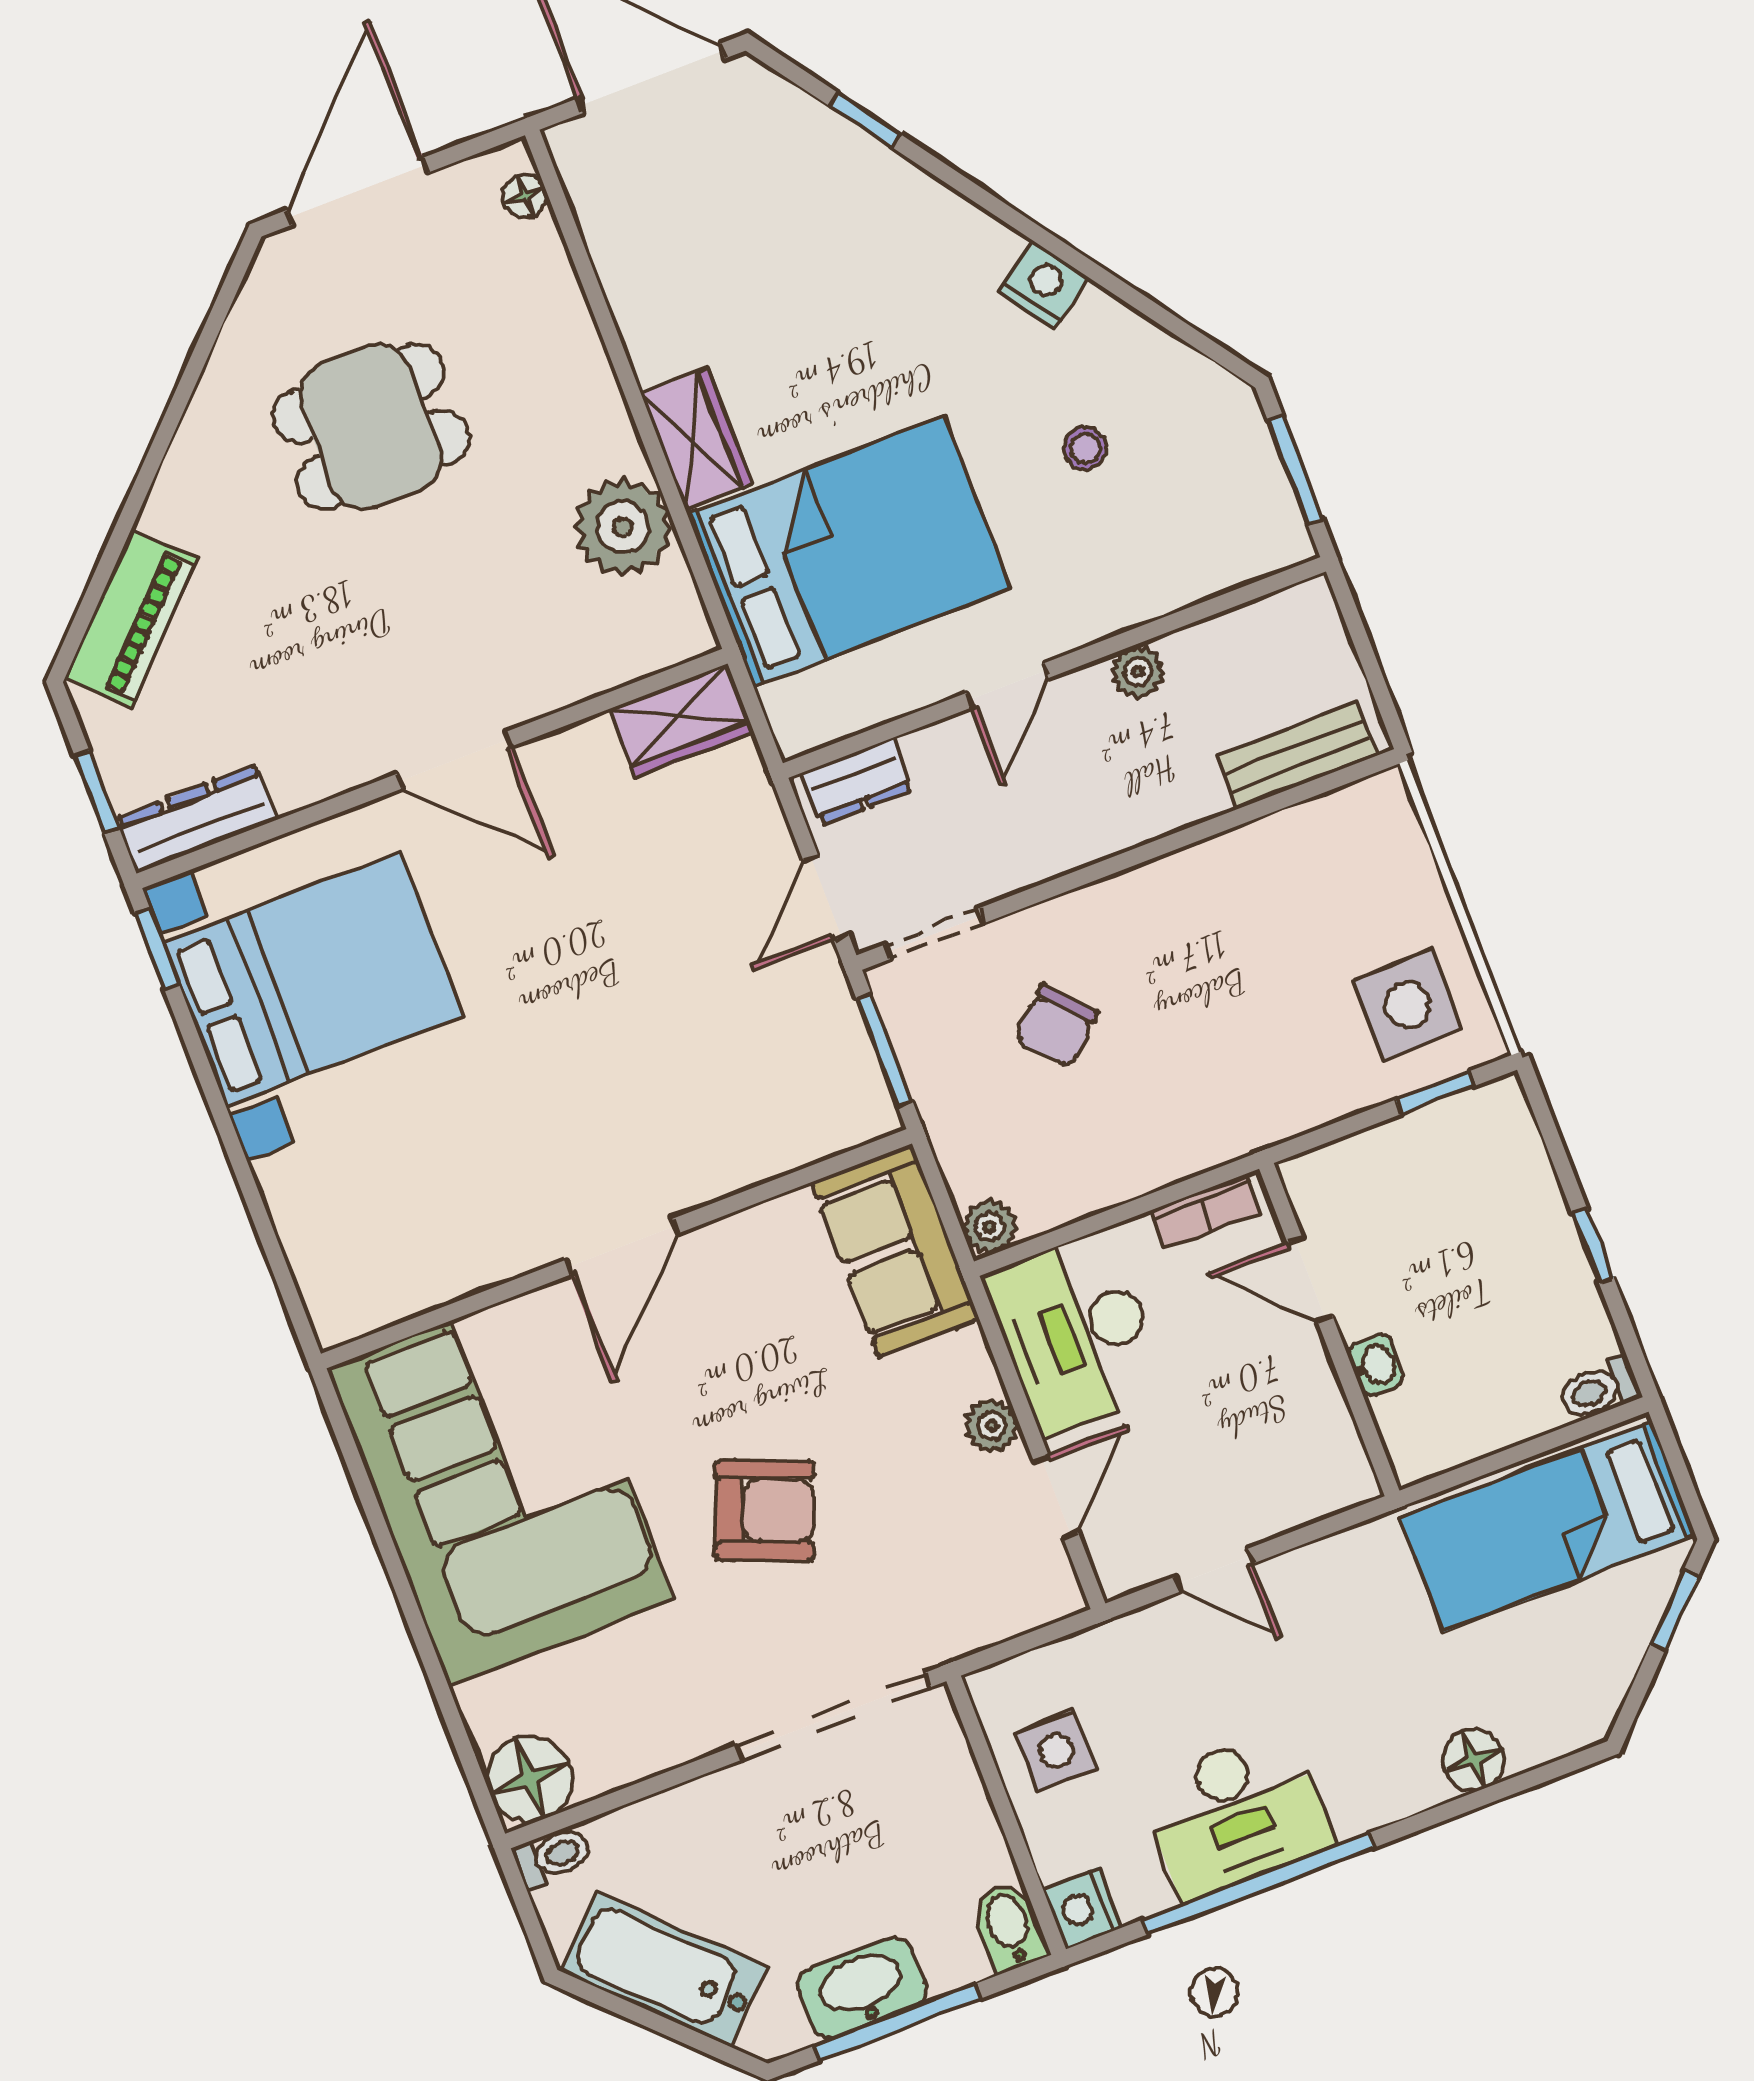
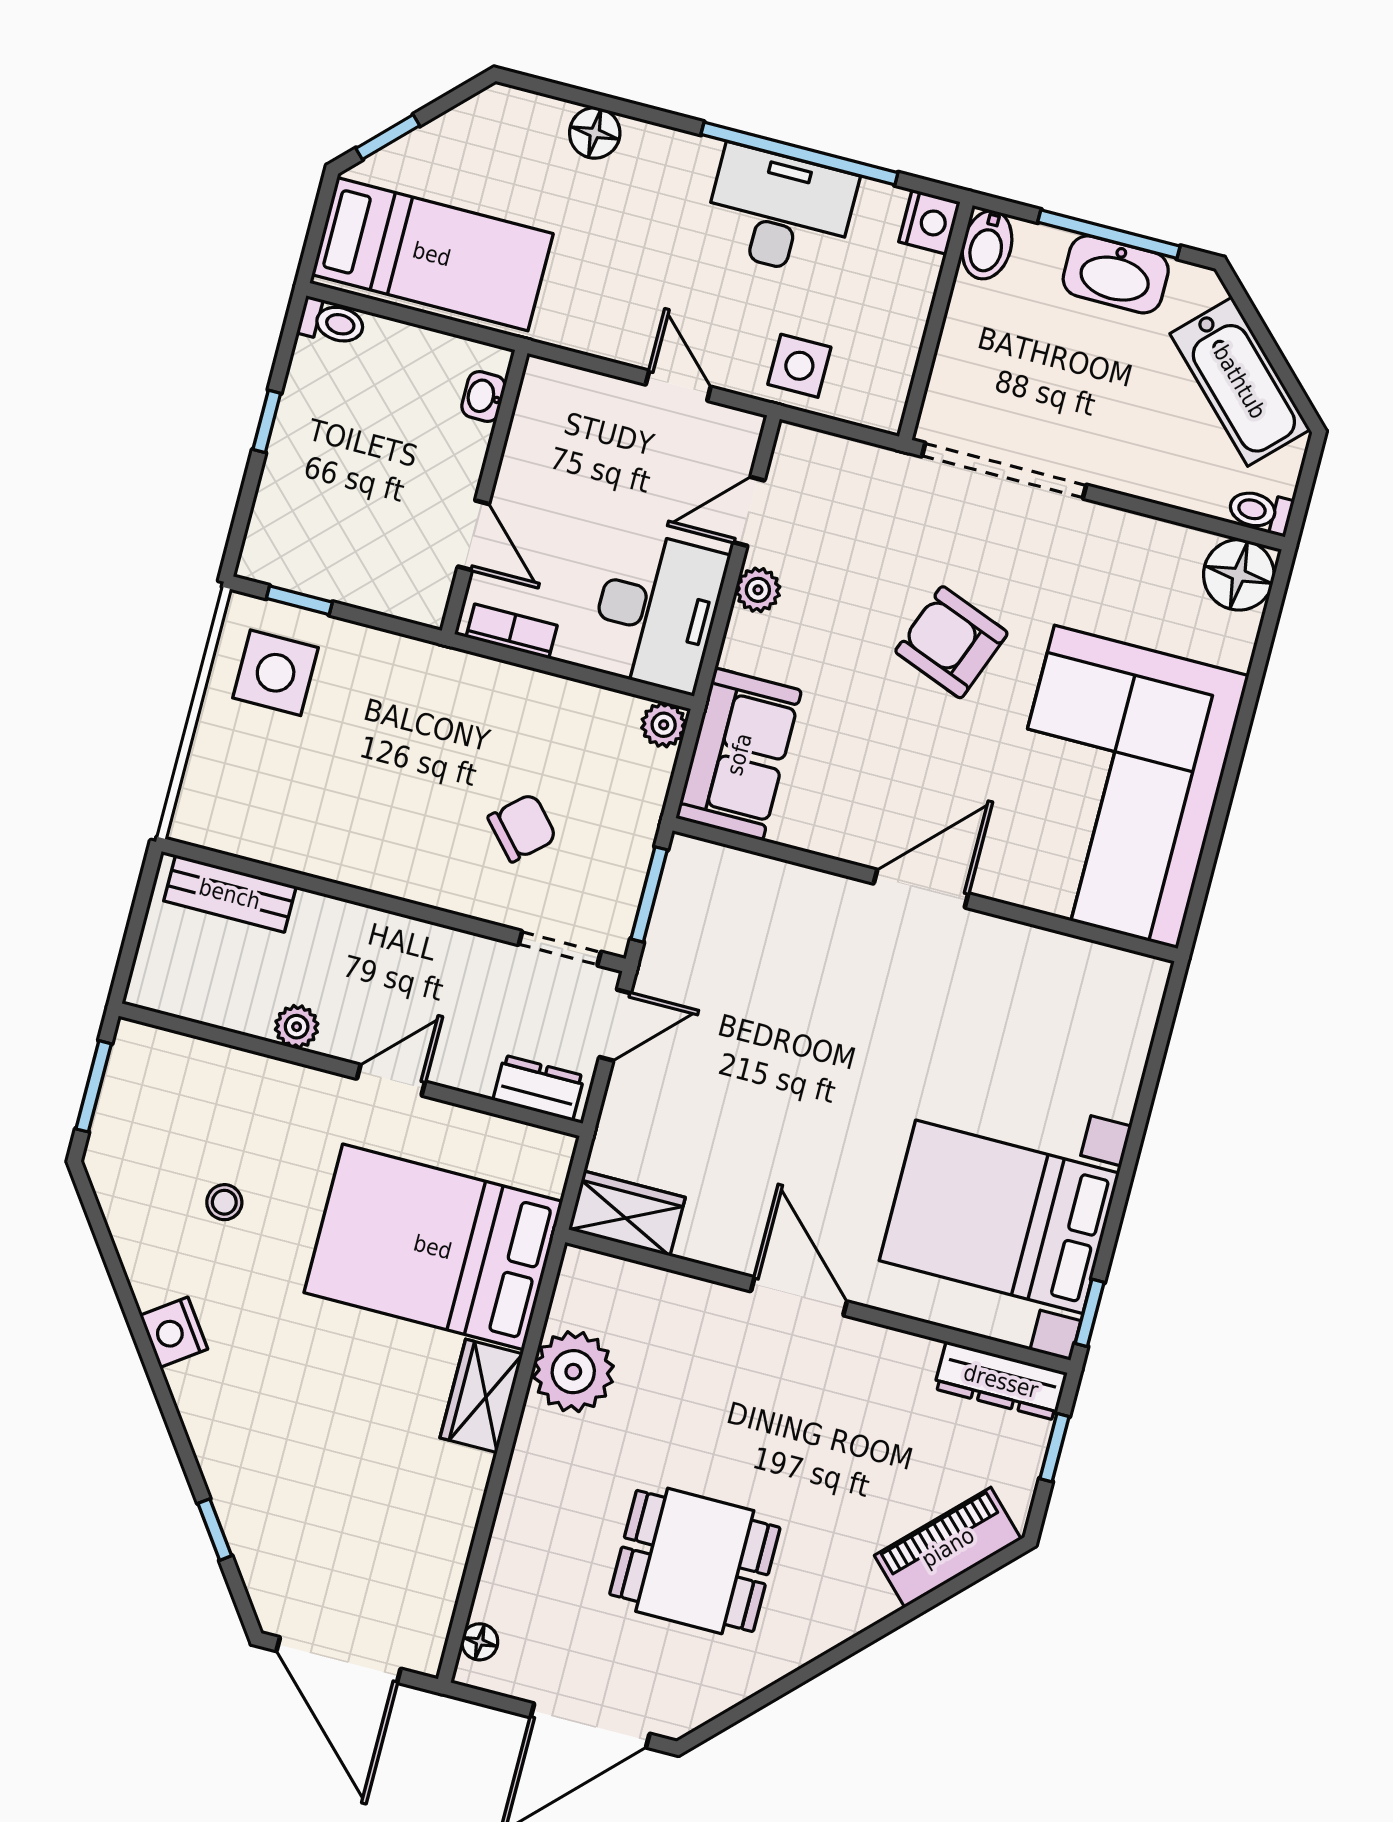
washbasin: (1376, 1365) -> (483, 396), moved
side table: (1056, 1750) -> (799, 366), moved

